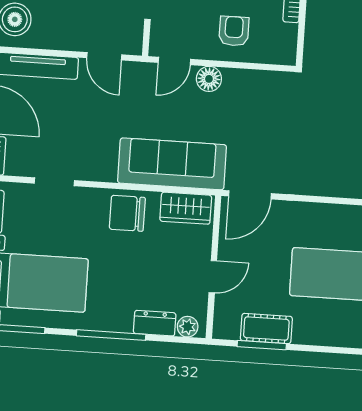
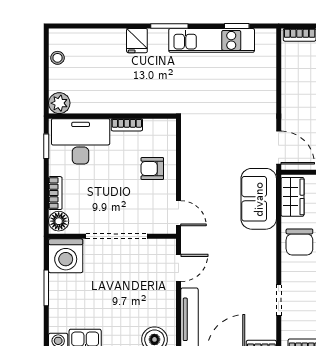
floor lamp: (209, 79) -> (191, 185), removed
sofa: (172, 164) -> (259, 199), width x0.73

